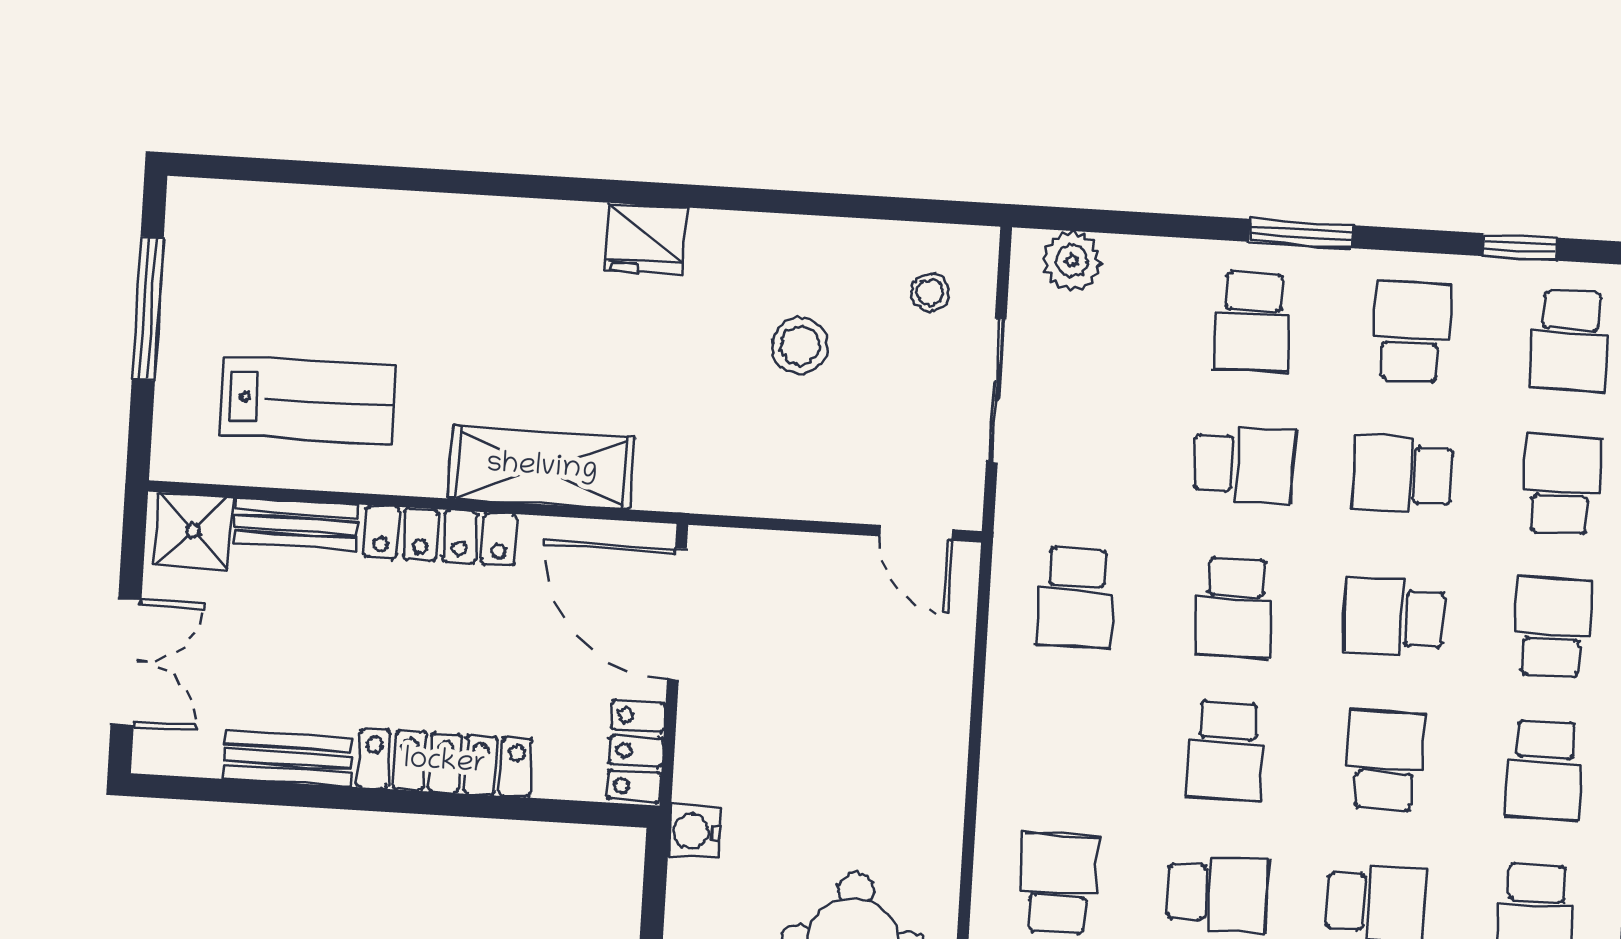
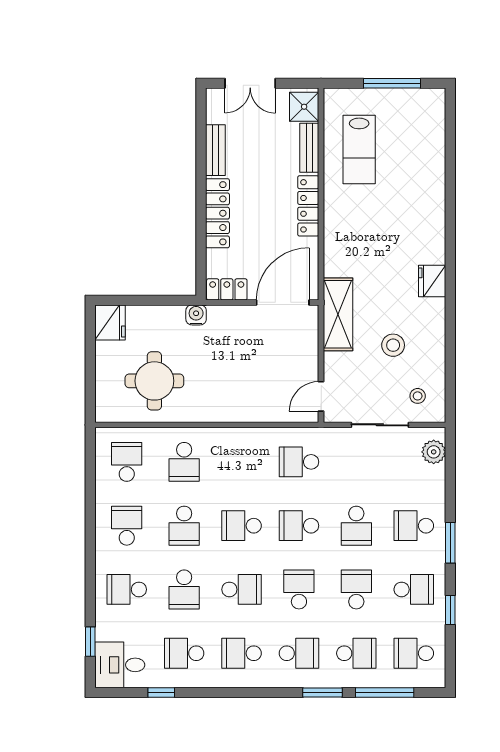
window: (1519, 247) -> (450, 610), moved
shelving: (542, 468) -> (338, 314), moved
school desk: (1059, 884) -> (184, 462), turned 90

